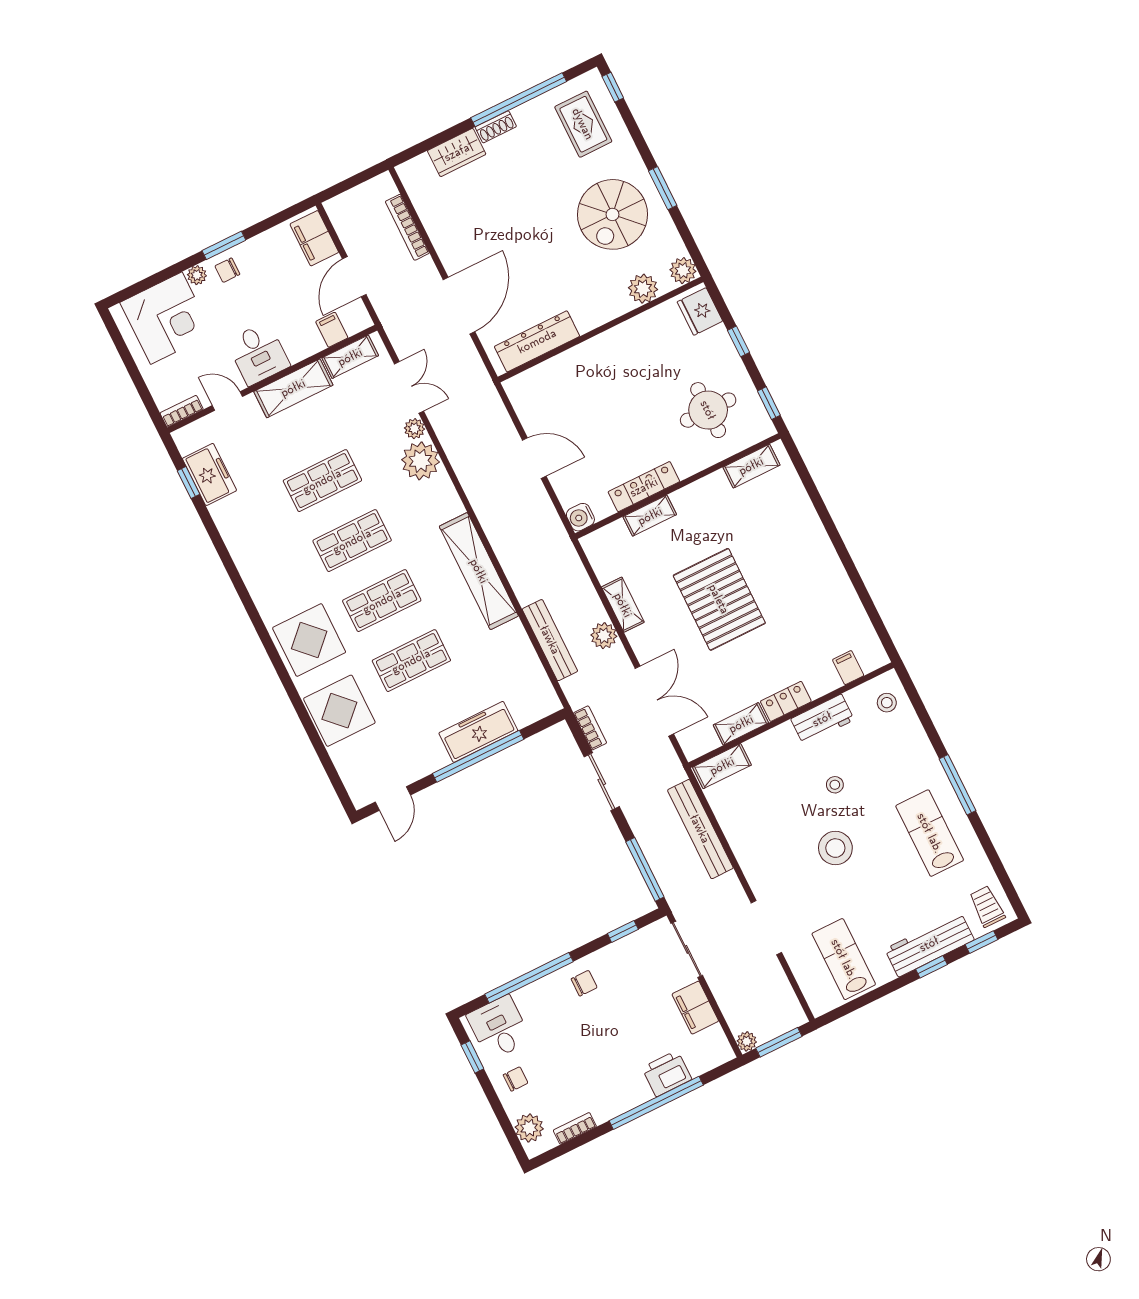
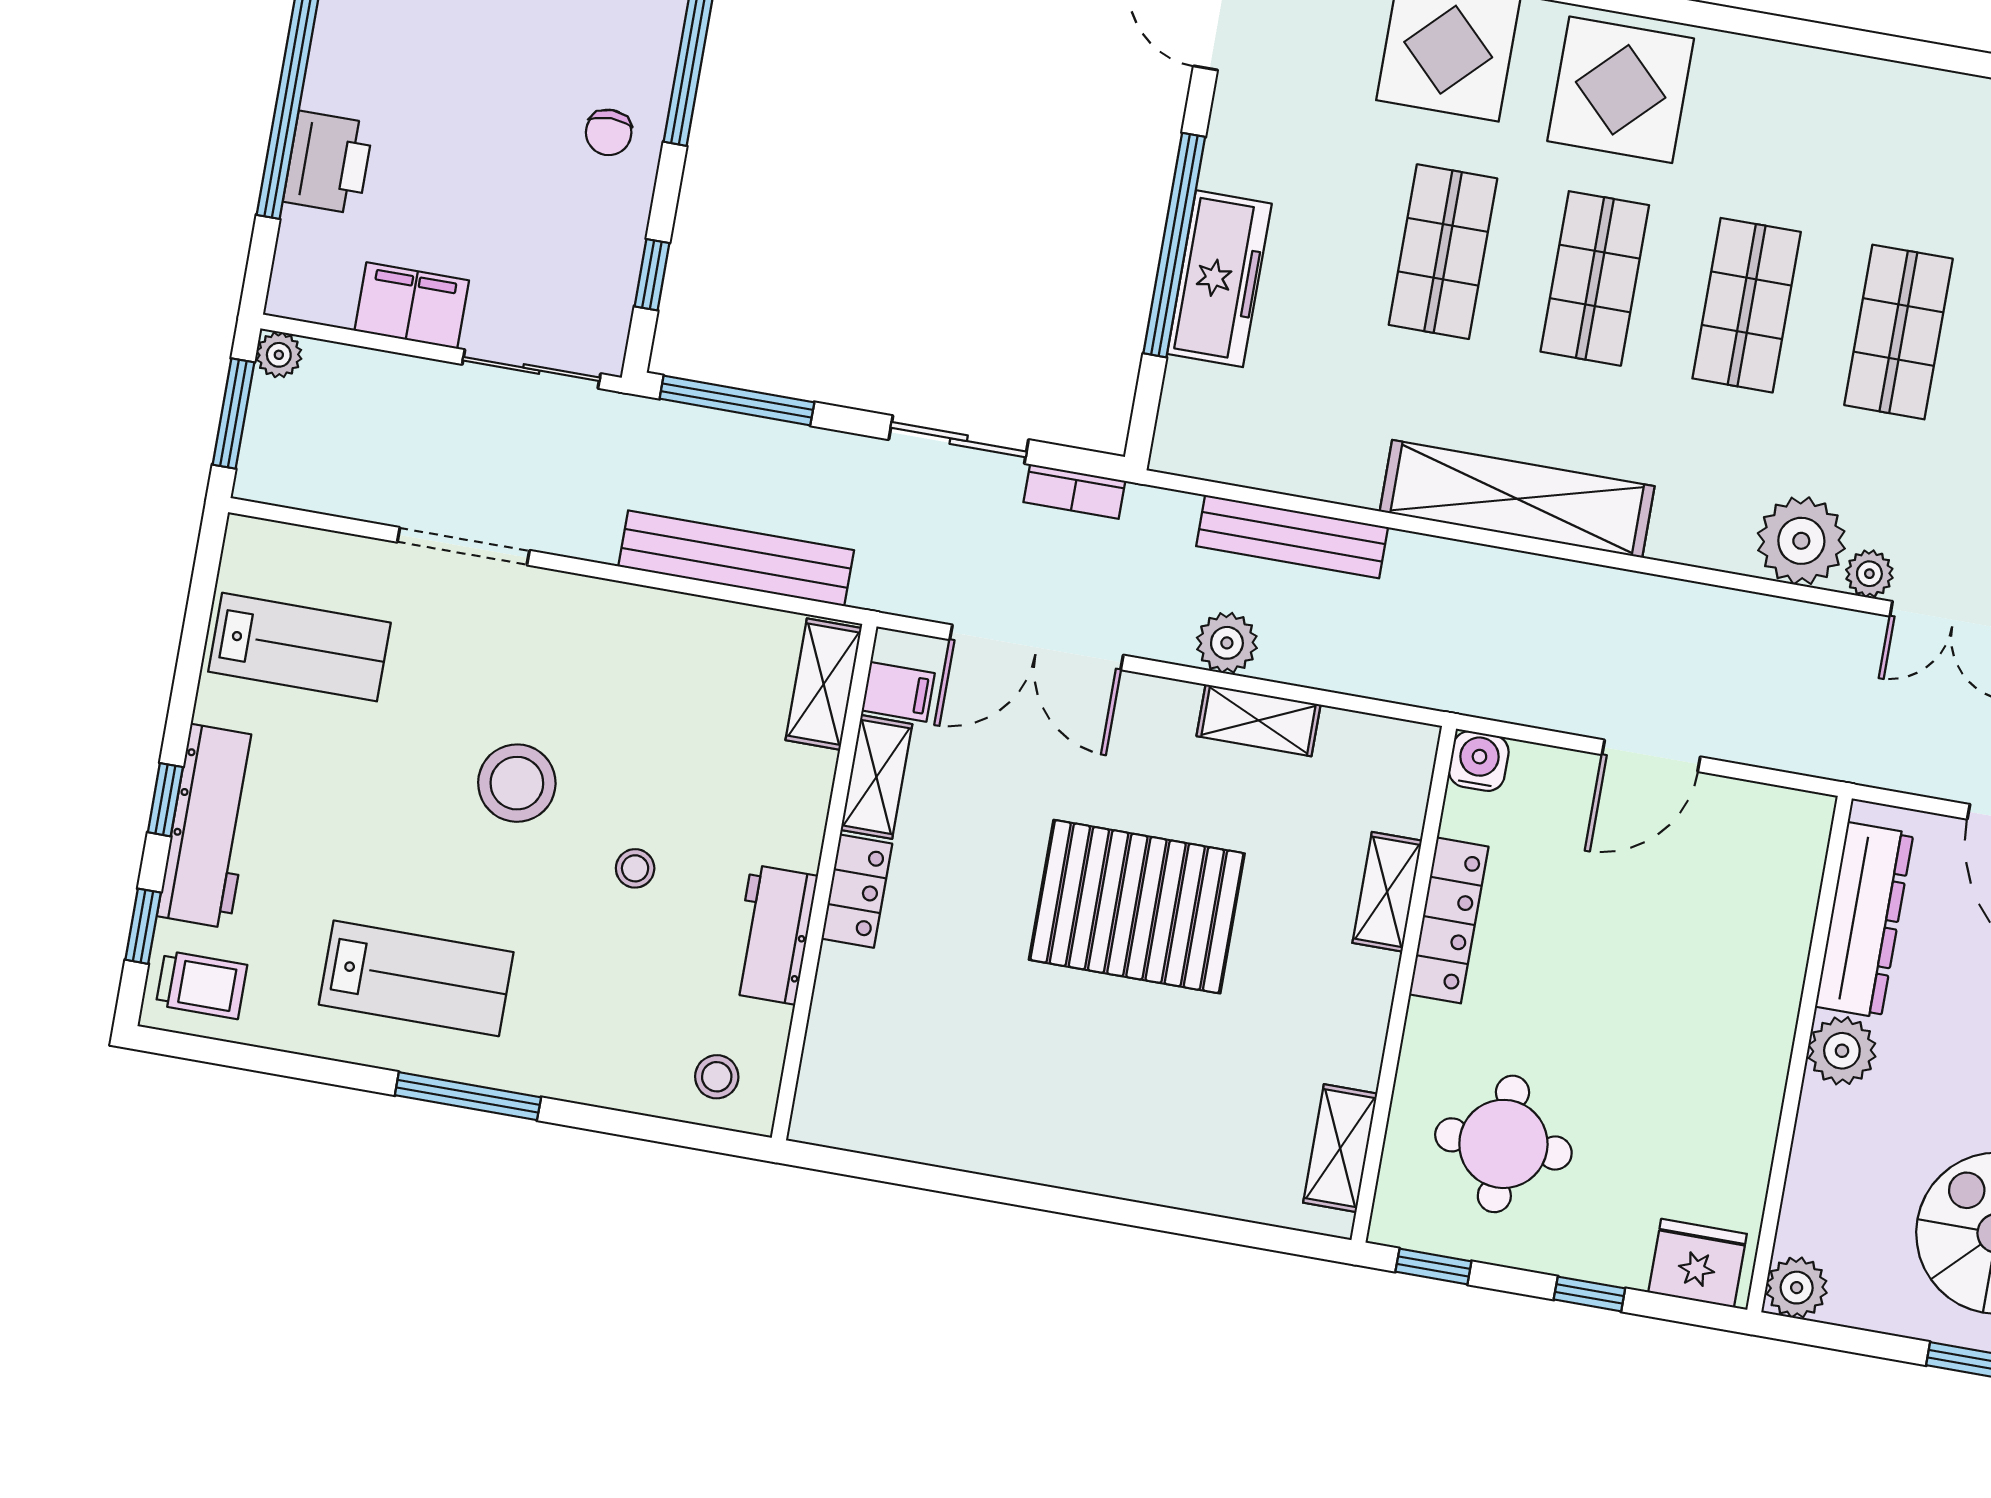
plant: (643, 289) -> (1842, 1051), moved
filing cabinet: (848, 668) -> (898, 692), moved

